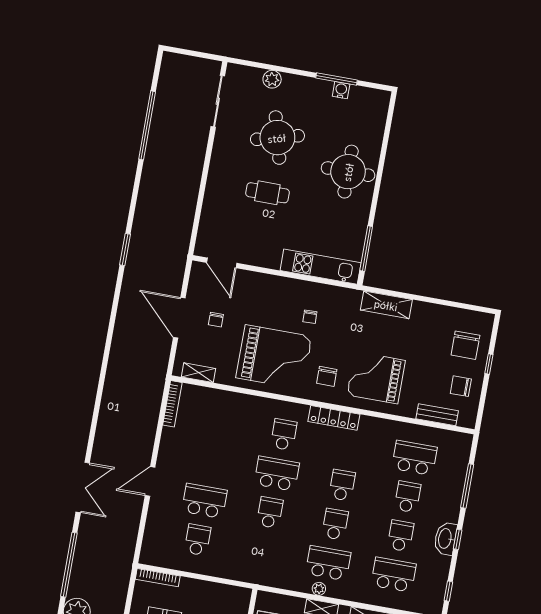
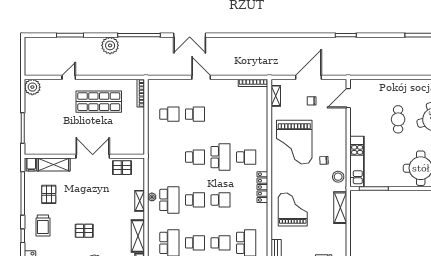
stool: (339, 300) -> (338, 177), added
chair: (327, 376) -> (288, 178), removed
school desk: (204, 501) -> (195, 114), width x0.54

